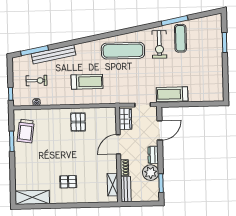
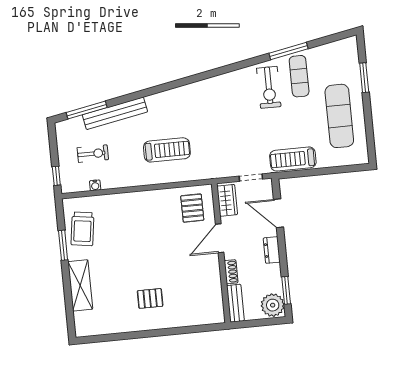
exercise mat: (123, 51) -> (339, 116), moved, turned 90
pallet: (78, 122) -> (192, 208), moved
door: (160, 130) -> (279, 213), swing flipped
plant: (151, 173) -> (273, 305), moved
shelving: (113, 185) -> (215, 298), removed
shelving: (32, 197) -> (80, 285), moved, turned 90

